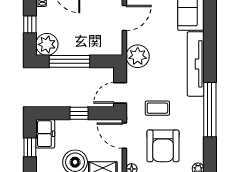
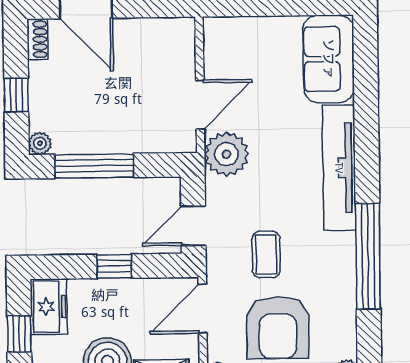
door: (124, 18) -> (200, 105), moved
plant: (47, 44) -> (40, 143), width x0.53, depth x0.53
coffee table: (157, 108) -> (266, 254), turned 90
door: (124, 136) -> (203, 309), hinge flipped

